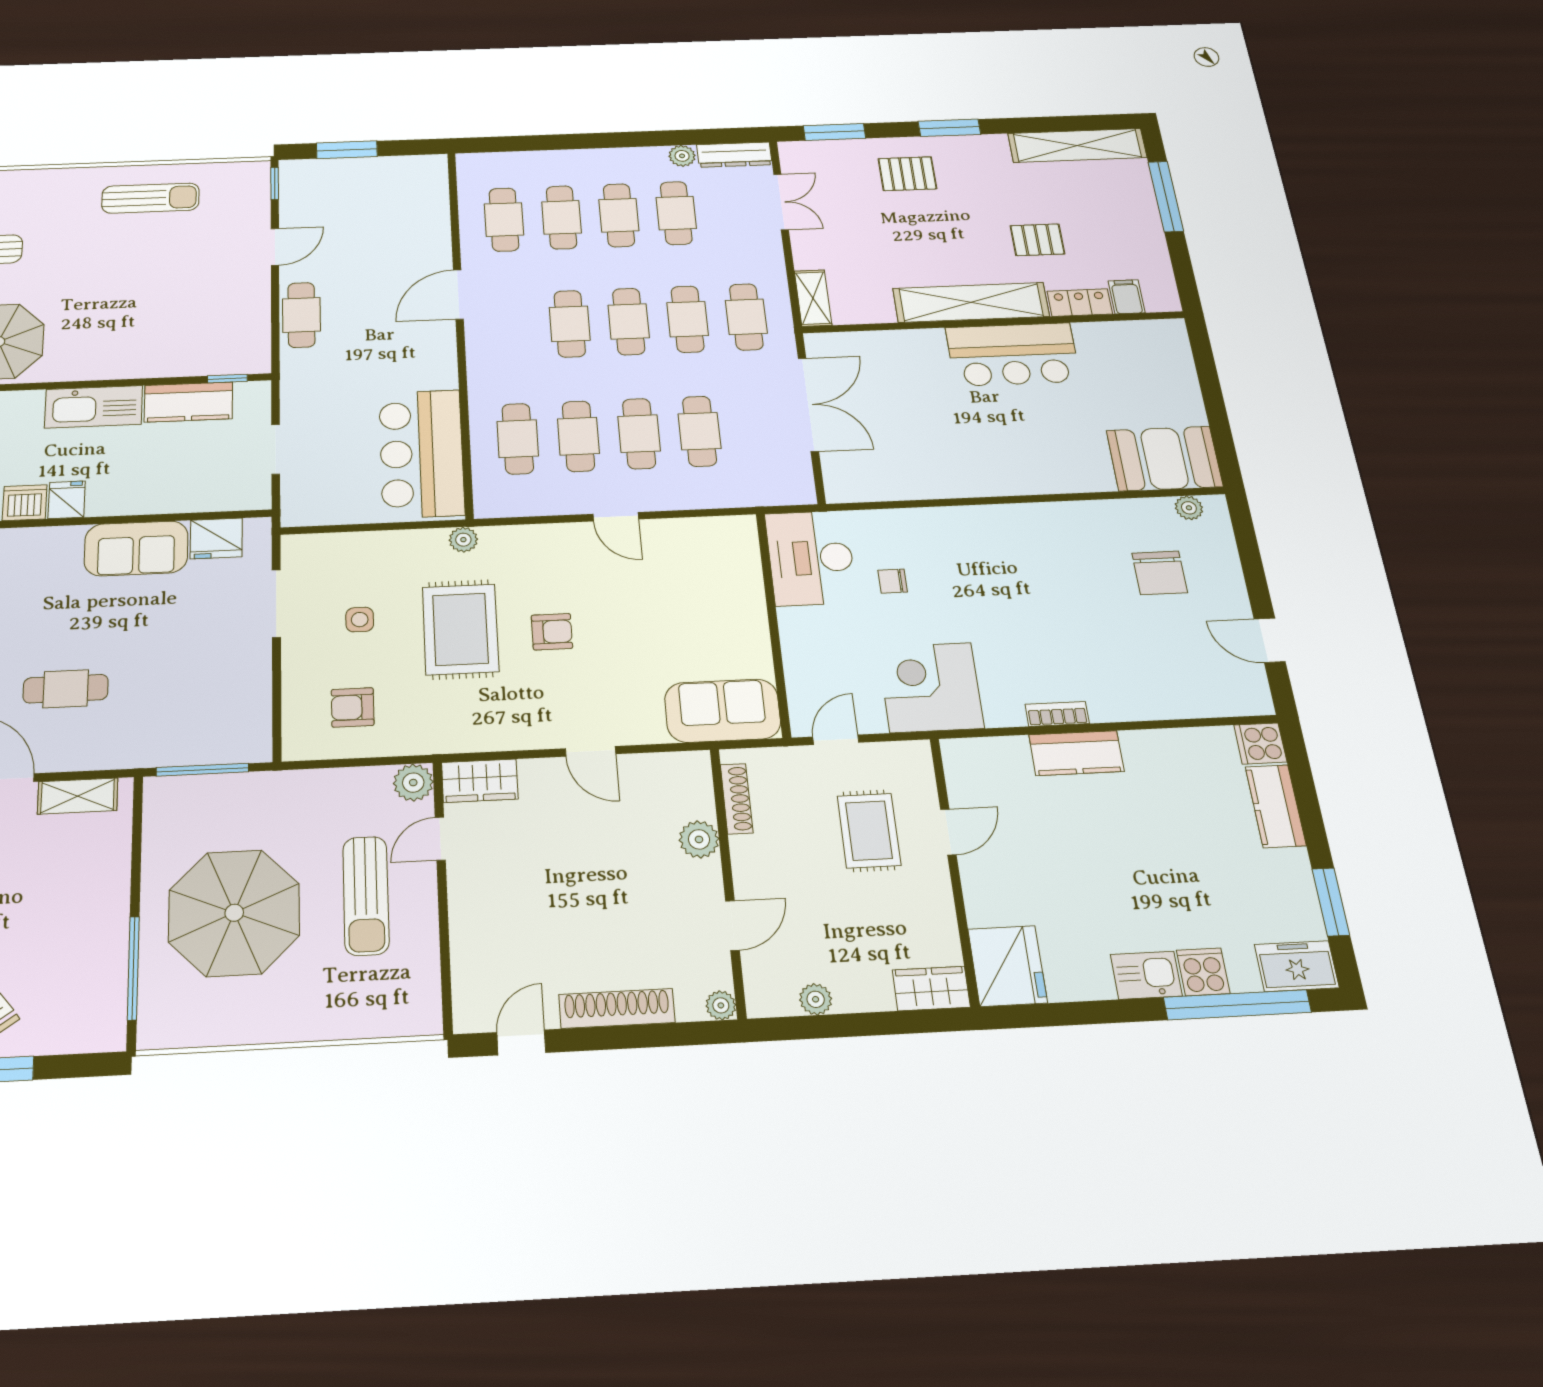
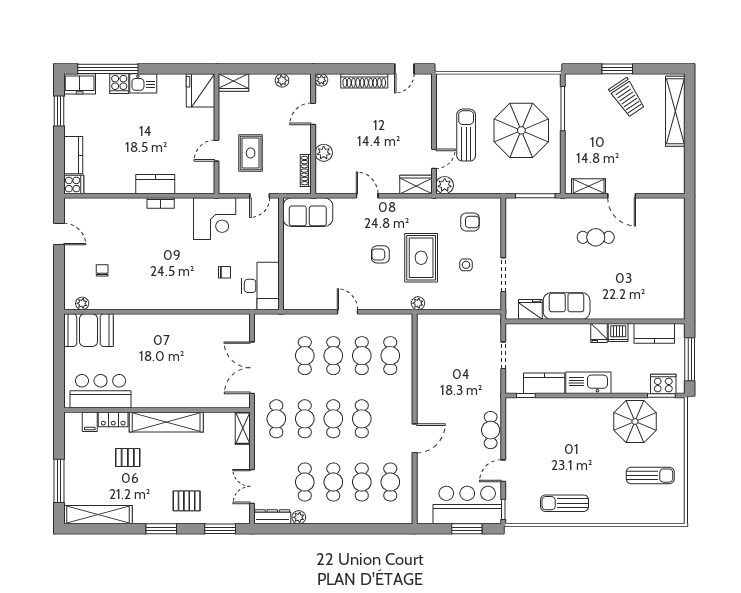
bar counter: (1013, 354) -> (101, 391), moved
bar counter: (422, 453) -> (467, 505), moved, turned -90
chair: (1160, 573) -> (102, 270), width x0.54, depth x0.54

